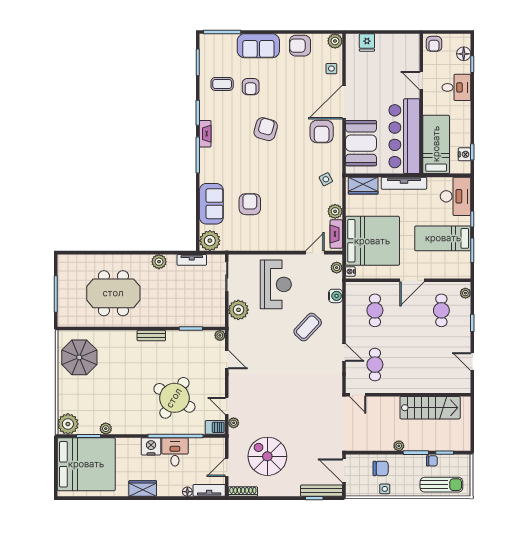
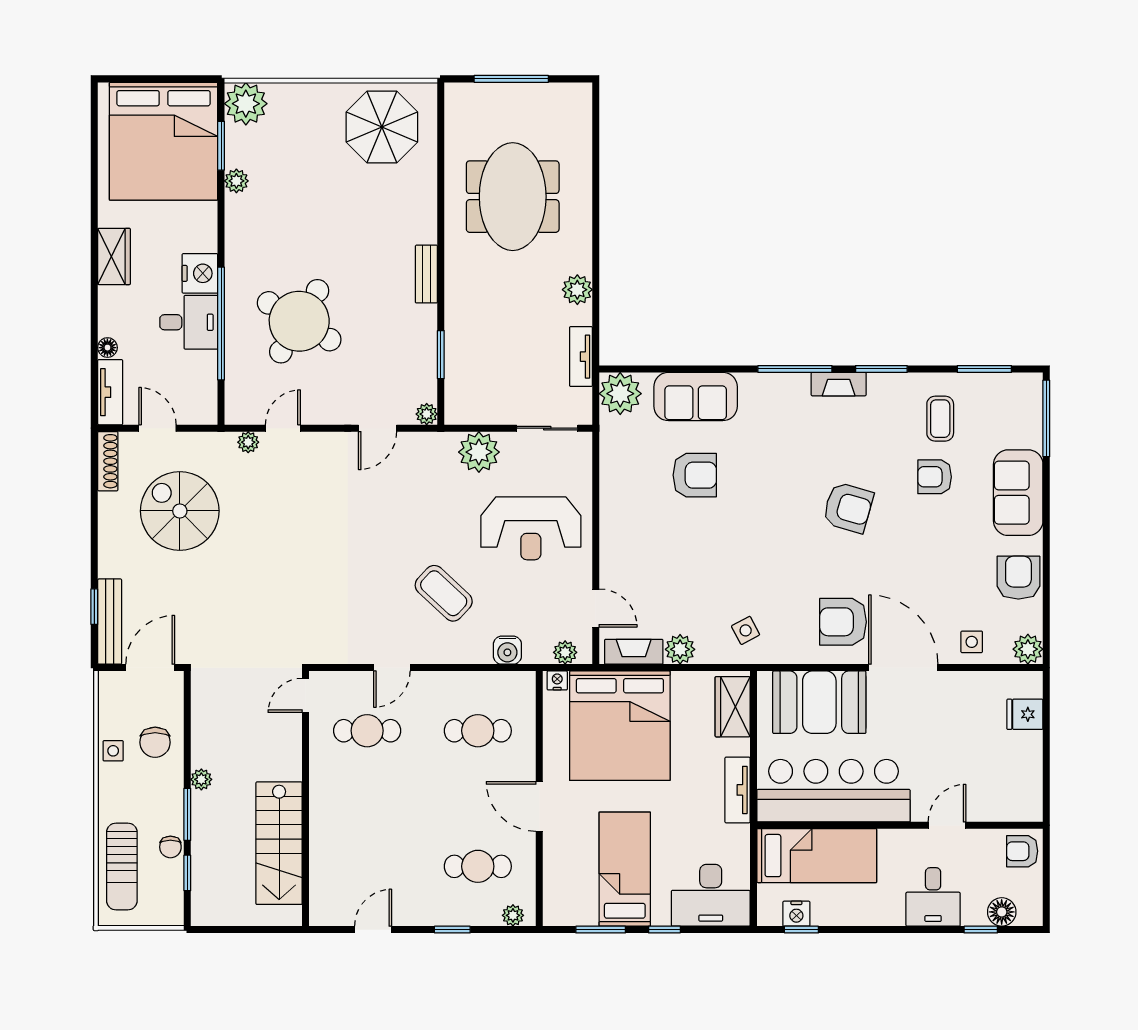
tv unit: (404, 183) -> (738, 790), width x0.71
barbecue: (215, 427) -> (239, 405), removed
spiral stairs: (267, 456) -> (180, 511), turned -90

